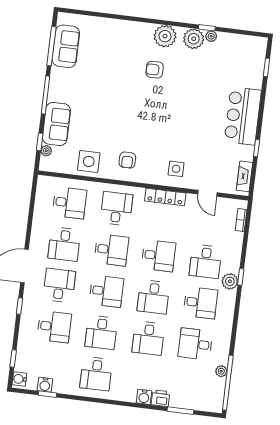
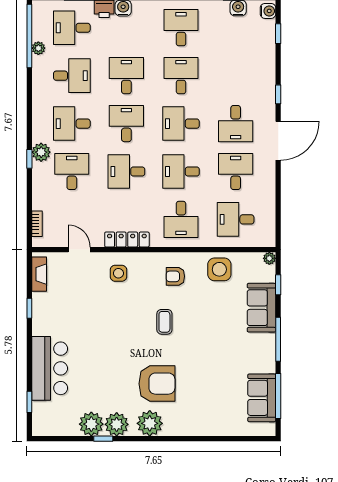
plant: (211, 36) -> (91, 424), width x1.88, depth x1.88
armchair: (155, 70) -> (157, 384), width x1.88, depth x1.88
bar counter: (243, 116) -> (50, 368), moved
coffee table: (142, 122) -> (164, 322), added
plant: (46, 151) -> (269, 258), moved
armchair: (127, 160) -> (175, 276), turned -90
desk: (54, 327) -> (72, 28), moved

